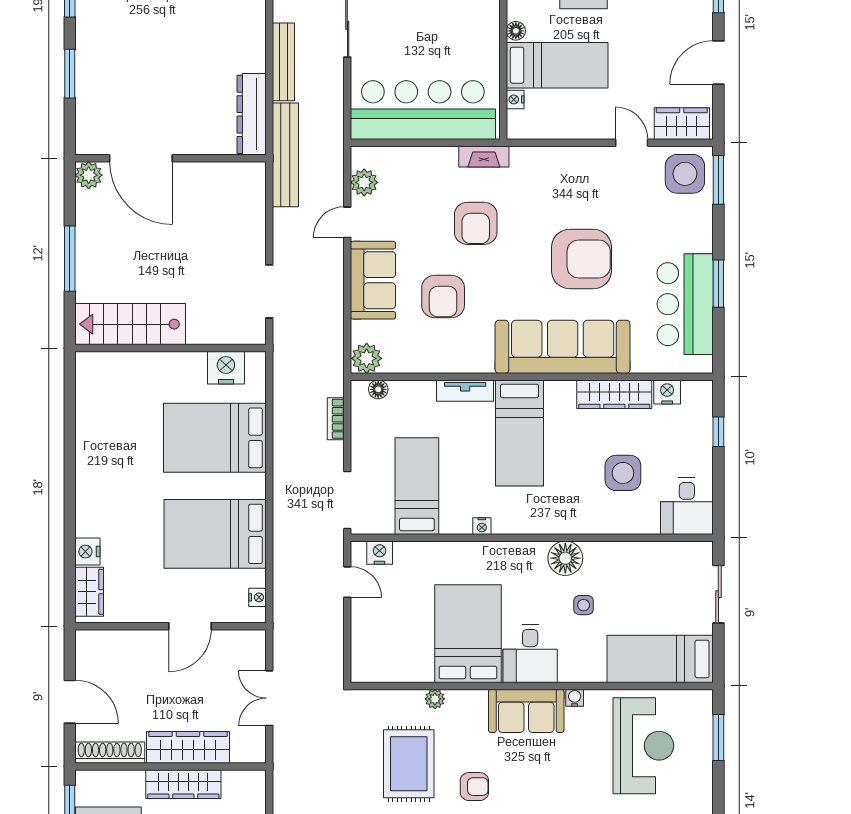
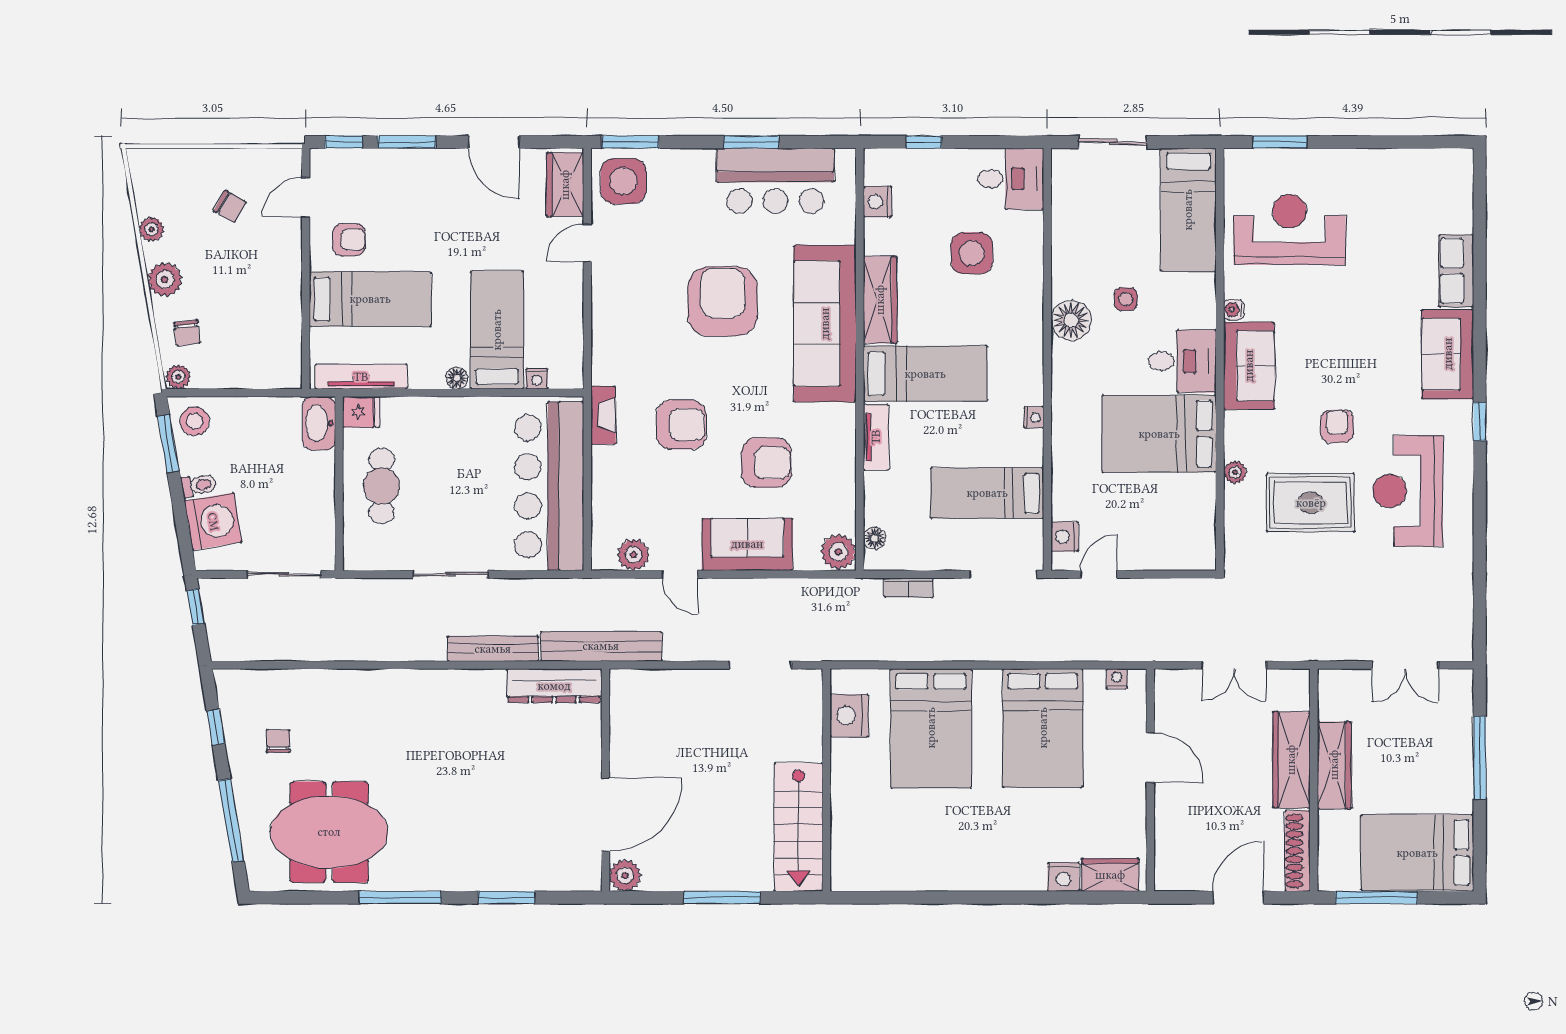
wardrobe: (614, 394) -> (880, 300), moved

